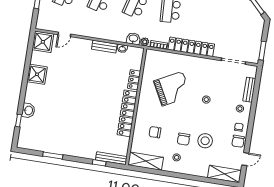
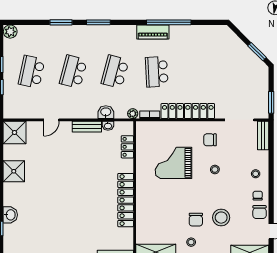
door: (64, 34) -> (51, 120), moved
washbasin: (133, 39) -> (106, 112), moved
locker: (134, 80) -> (127, 147), moved
grand piano: (172, 89) -> (173, 163), turned -152
bench: (249, 90) -> (263, 136), moved
chair: (155, 132) -> (210, 140), moved

